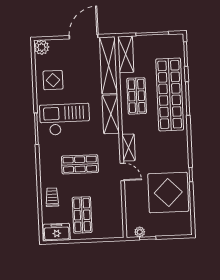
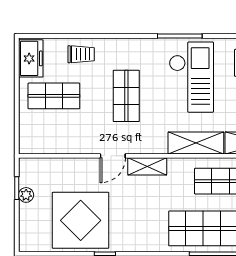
plant: (140, 232) -> (26, 195), moved

